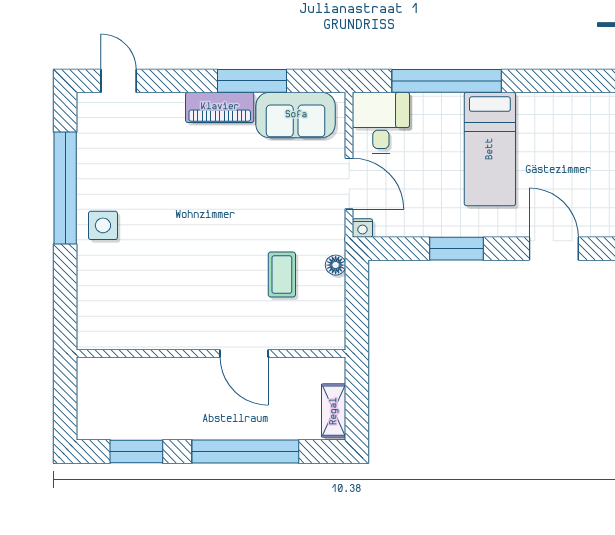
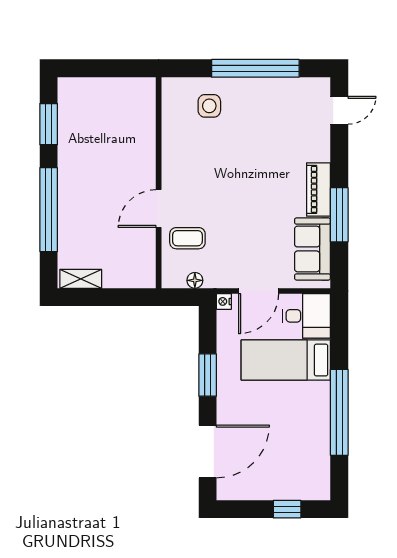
window: (447, 81) -> (339, 412), moved
bed: (490, 149) -> (286, 360), moved
side table: (103, 225) -> (209, 106), moved
door: (554, 249) -> (208, 451), width x1.36
wall: (211, 353) -> (159, 183), moved
door: (244, 353) -> (159, 209), moved

